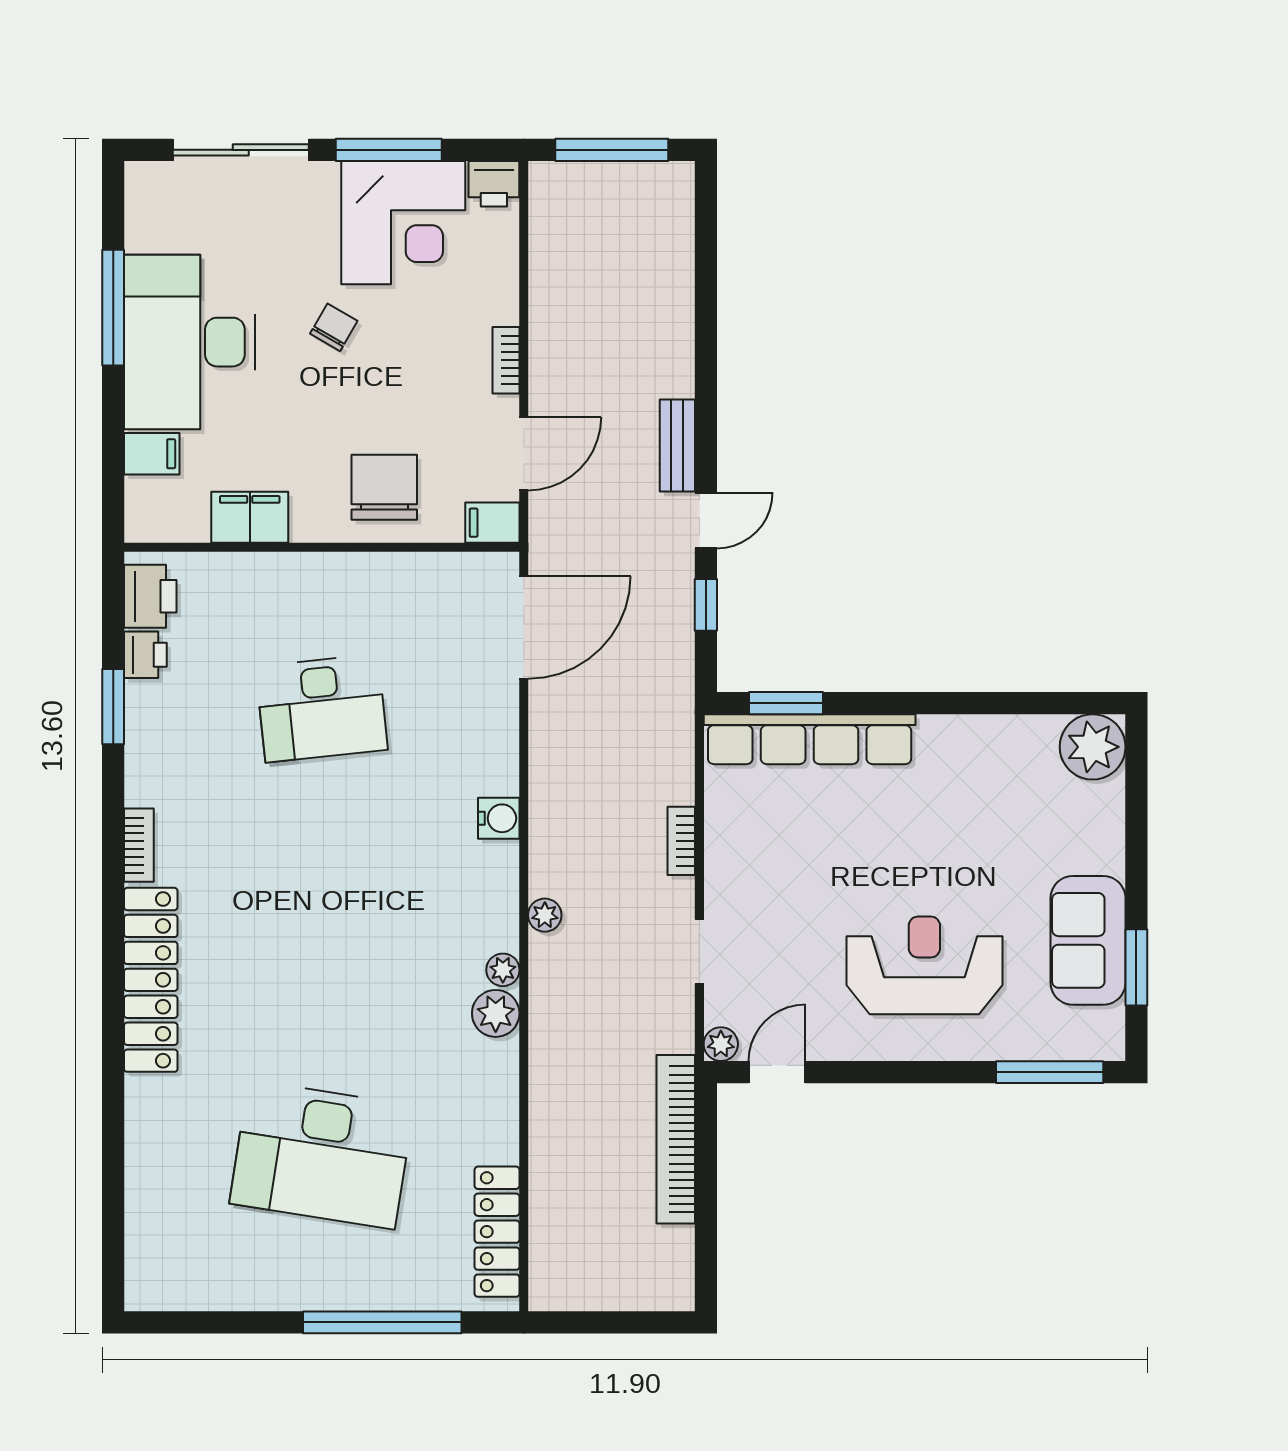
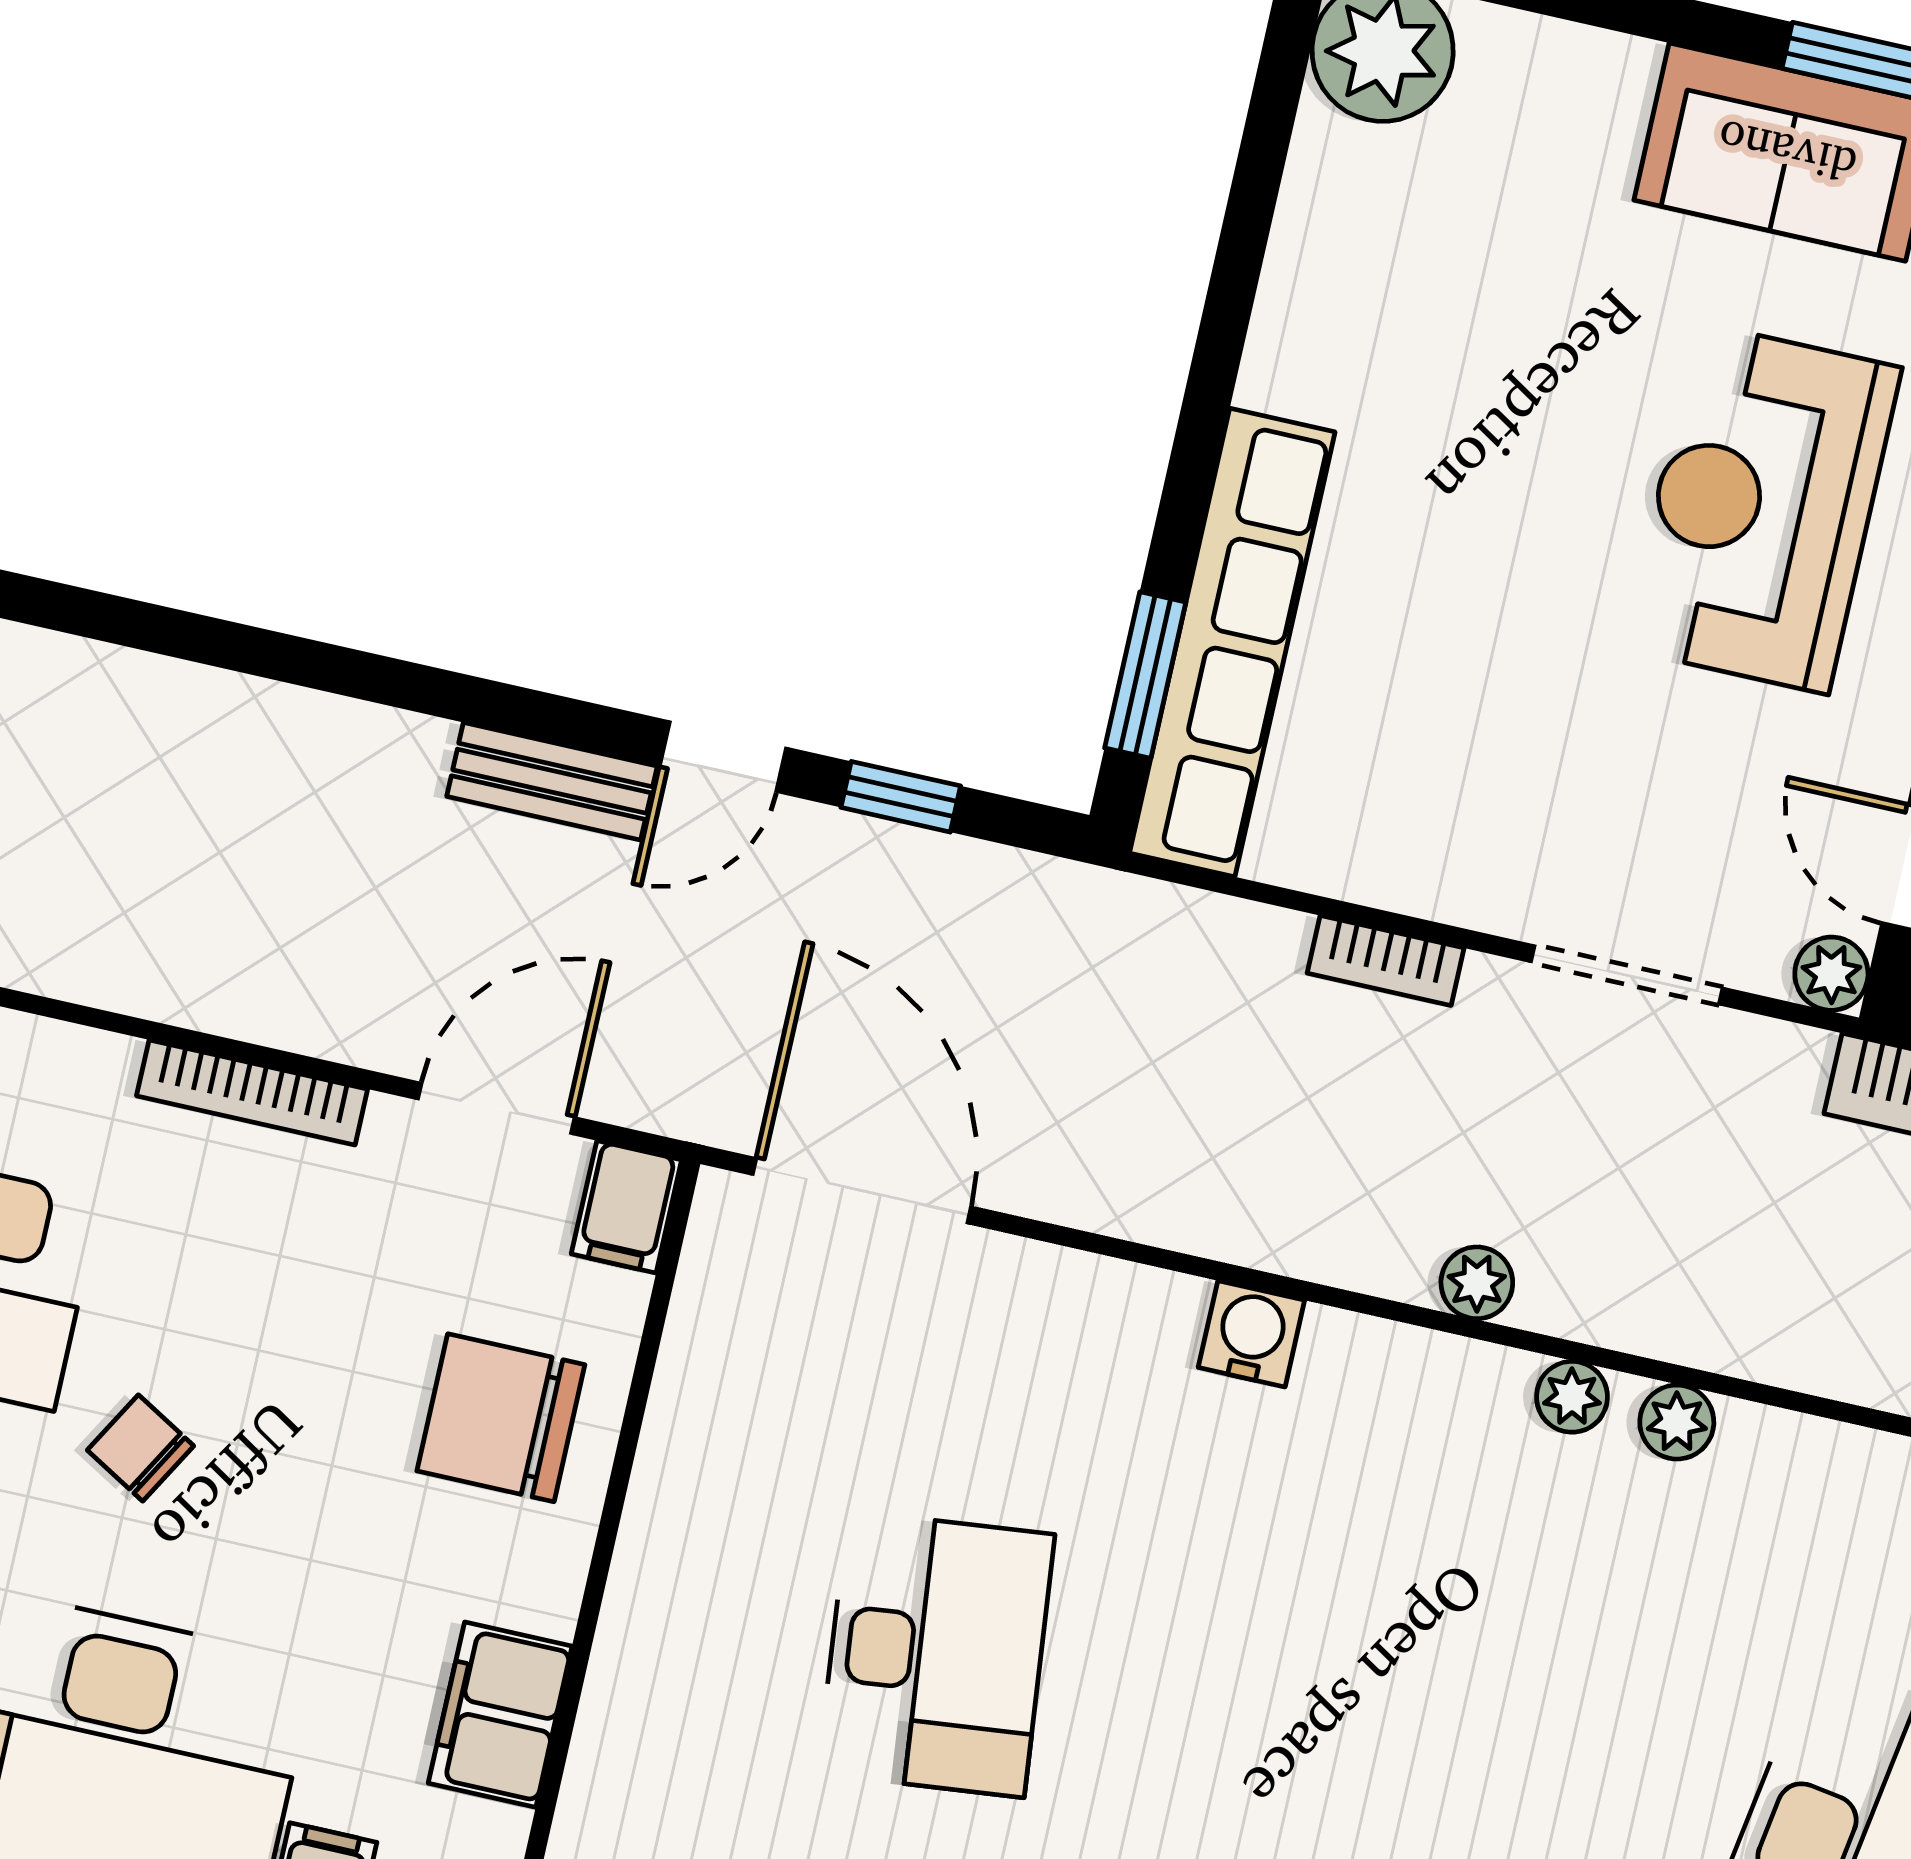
bookcase: (506, 360) -> (252, 1092), width x1.56
door: (524, 454) -> (496, 1108), hinge flipped
door: (706, 520) -> (723, 757), swing flipped
doorway: (699, 952) -> (1627, 975), width x1.38
plant: (496, 1013) -> (1677, 1422), width x0.73, depth x0.73

